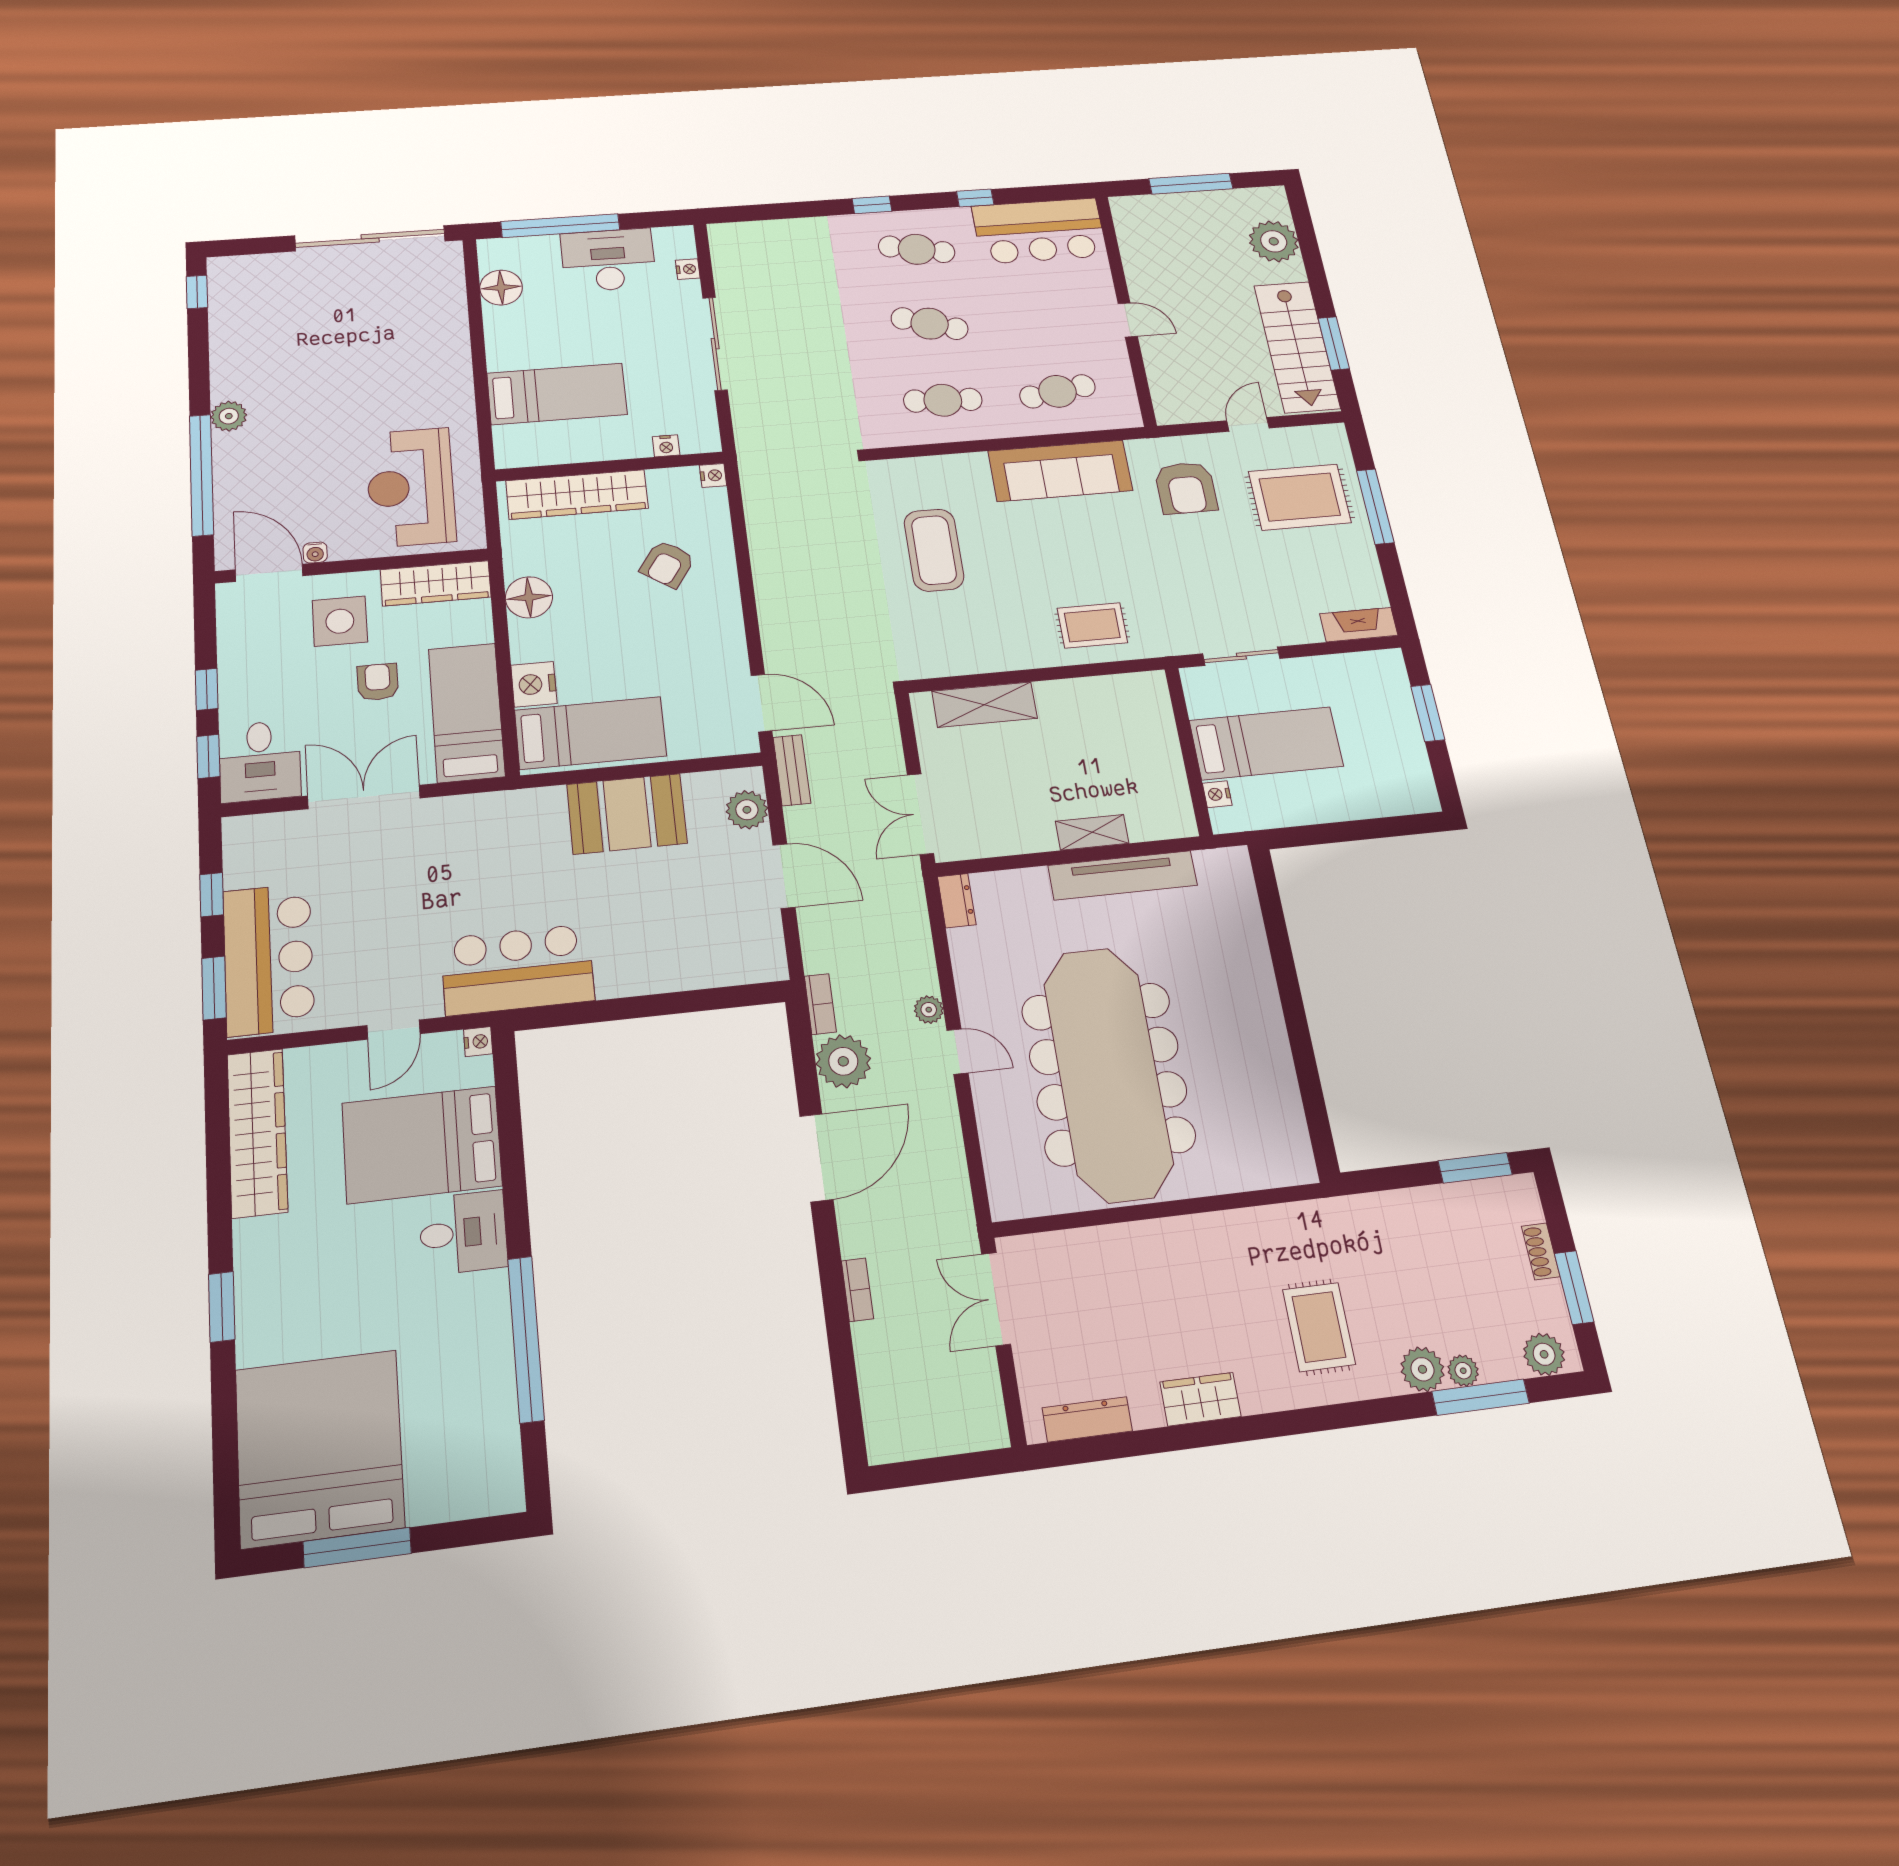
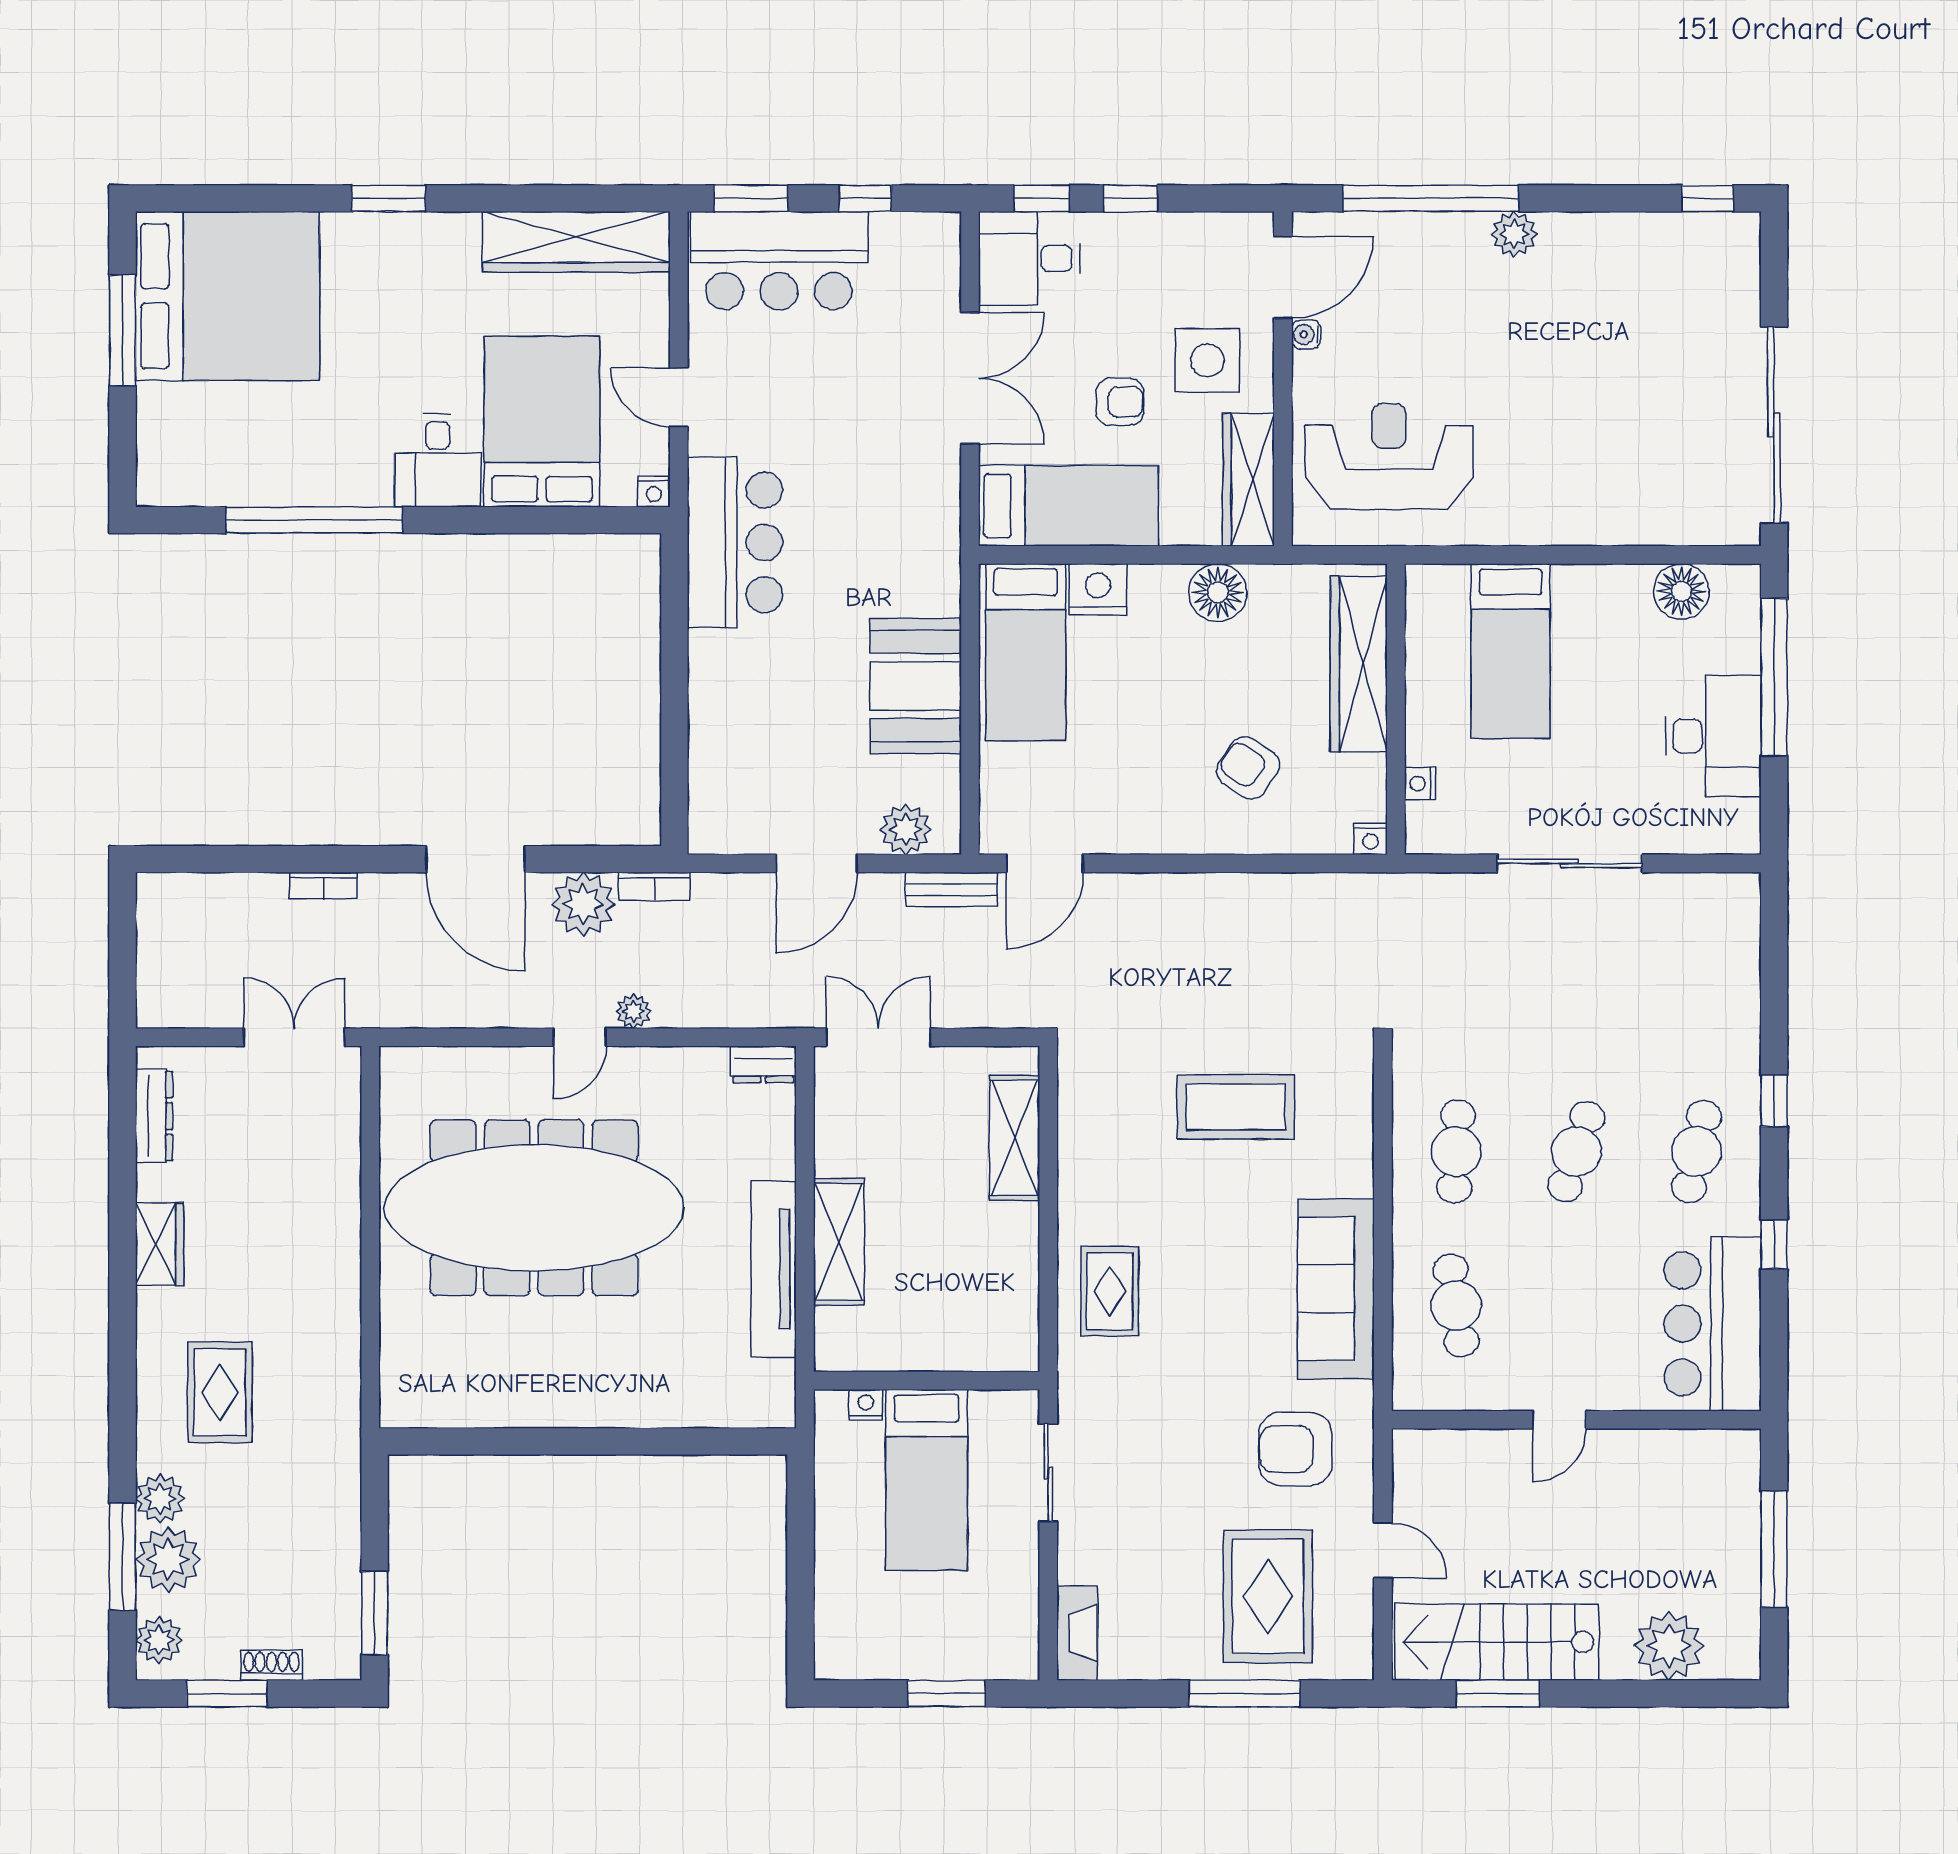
nightstand: (688, 269) -> (1690, 840), removed
shelving: (1092, 832) -> (839, 1242), width x1.50, depth x1.33
rug: (1319, 1327) -> (220, 1392), turned 90
plant: (1463, 1371) -> (168, 1559), width x1.88, depth x1.88

